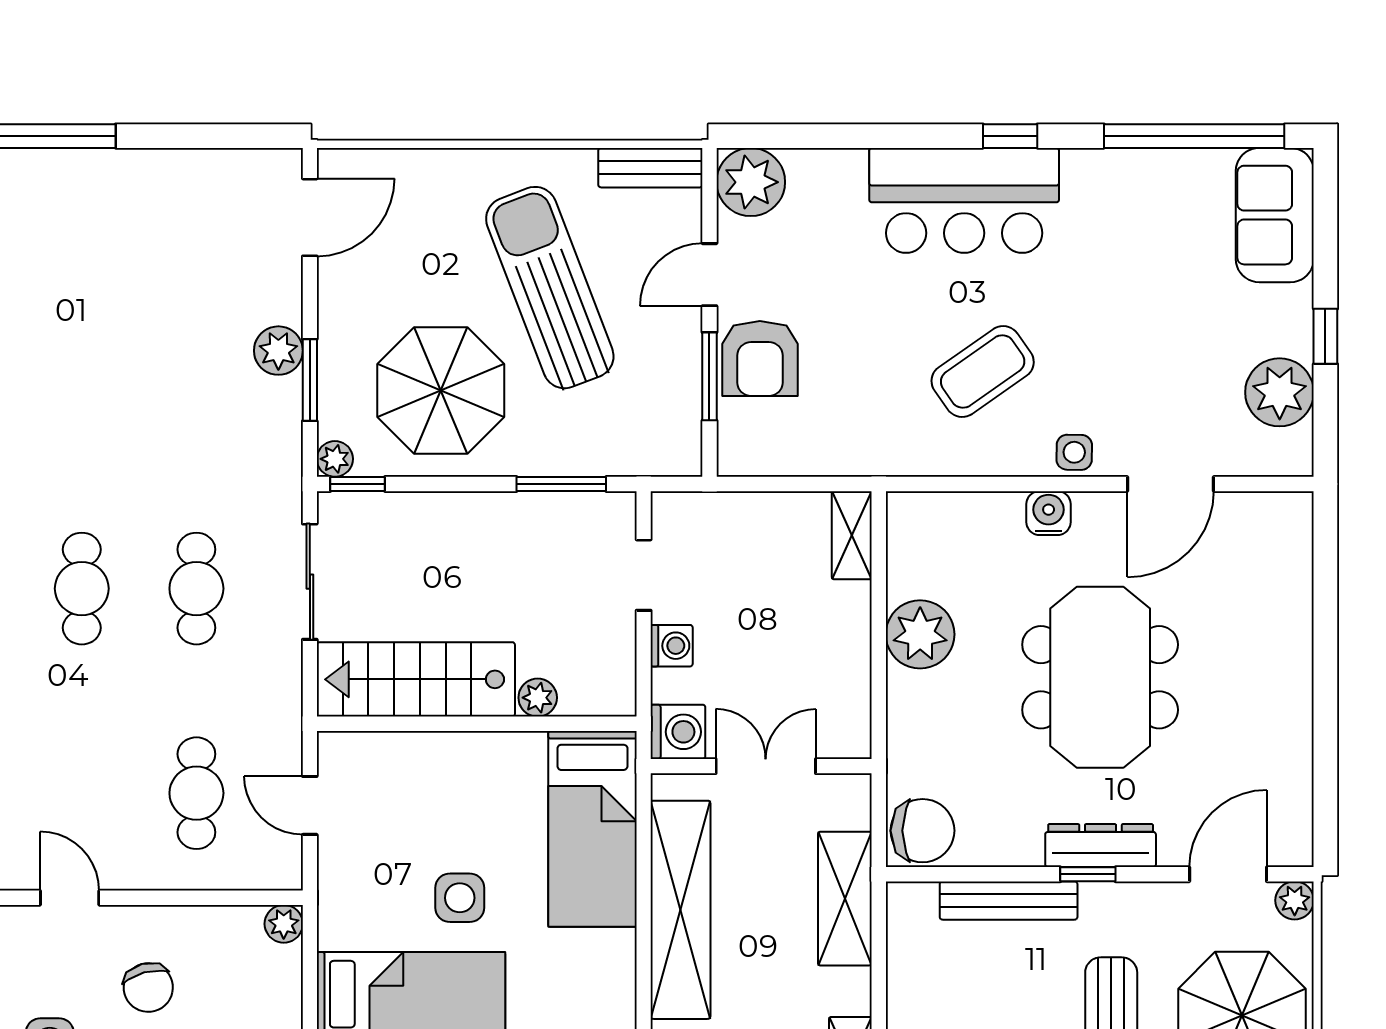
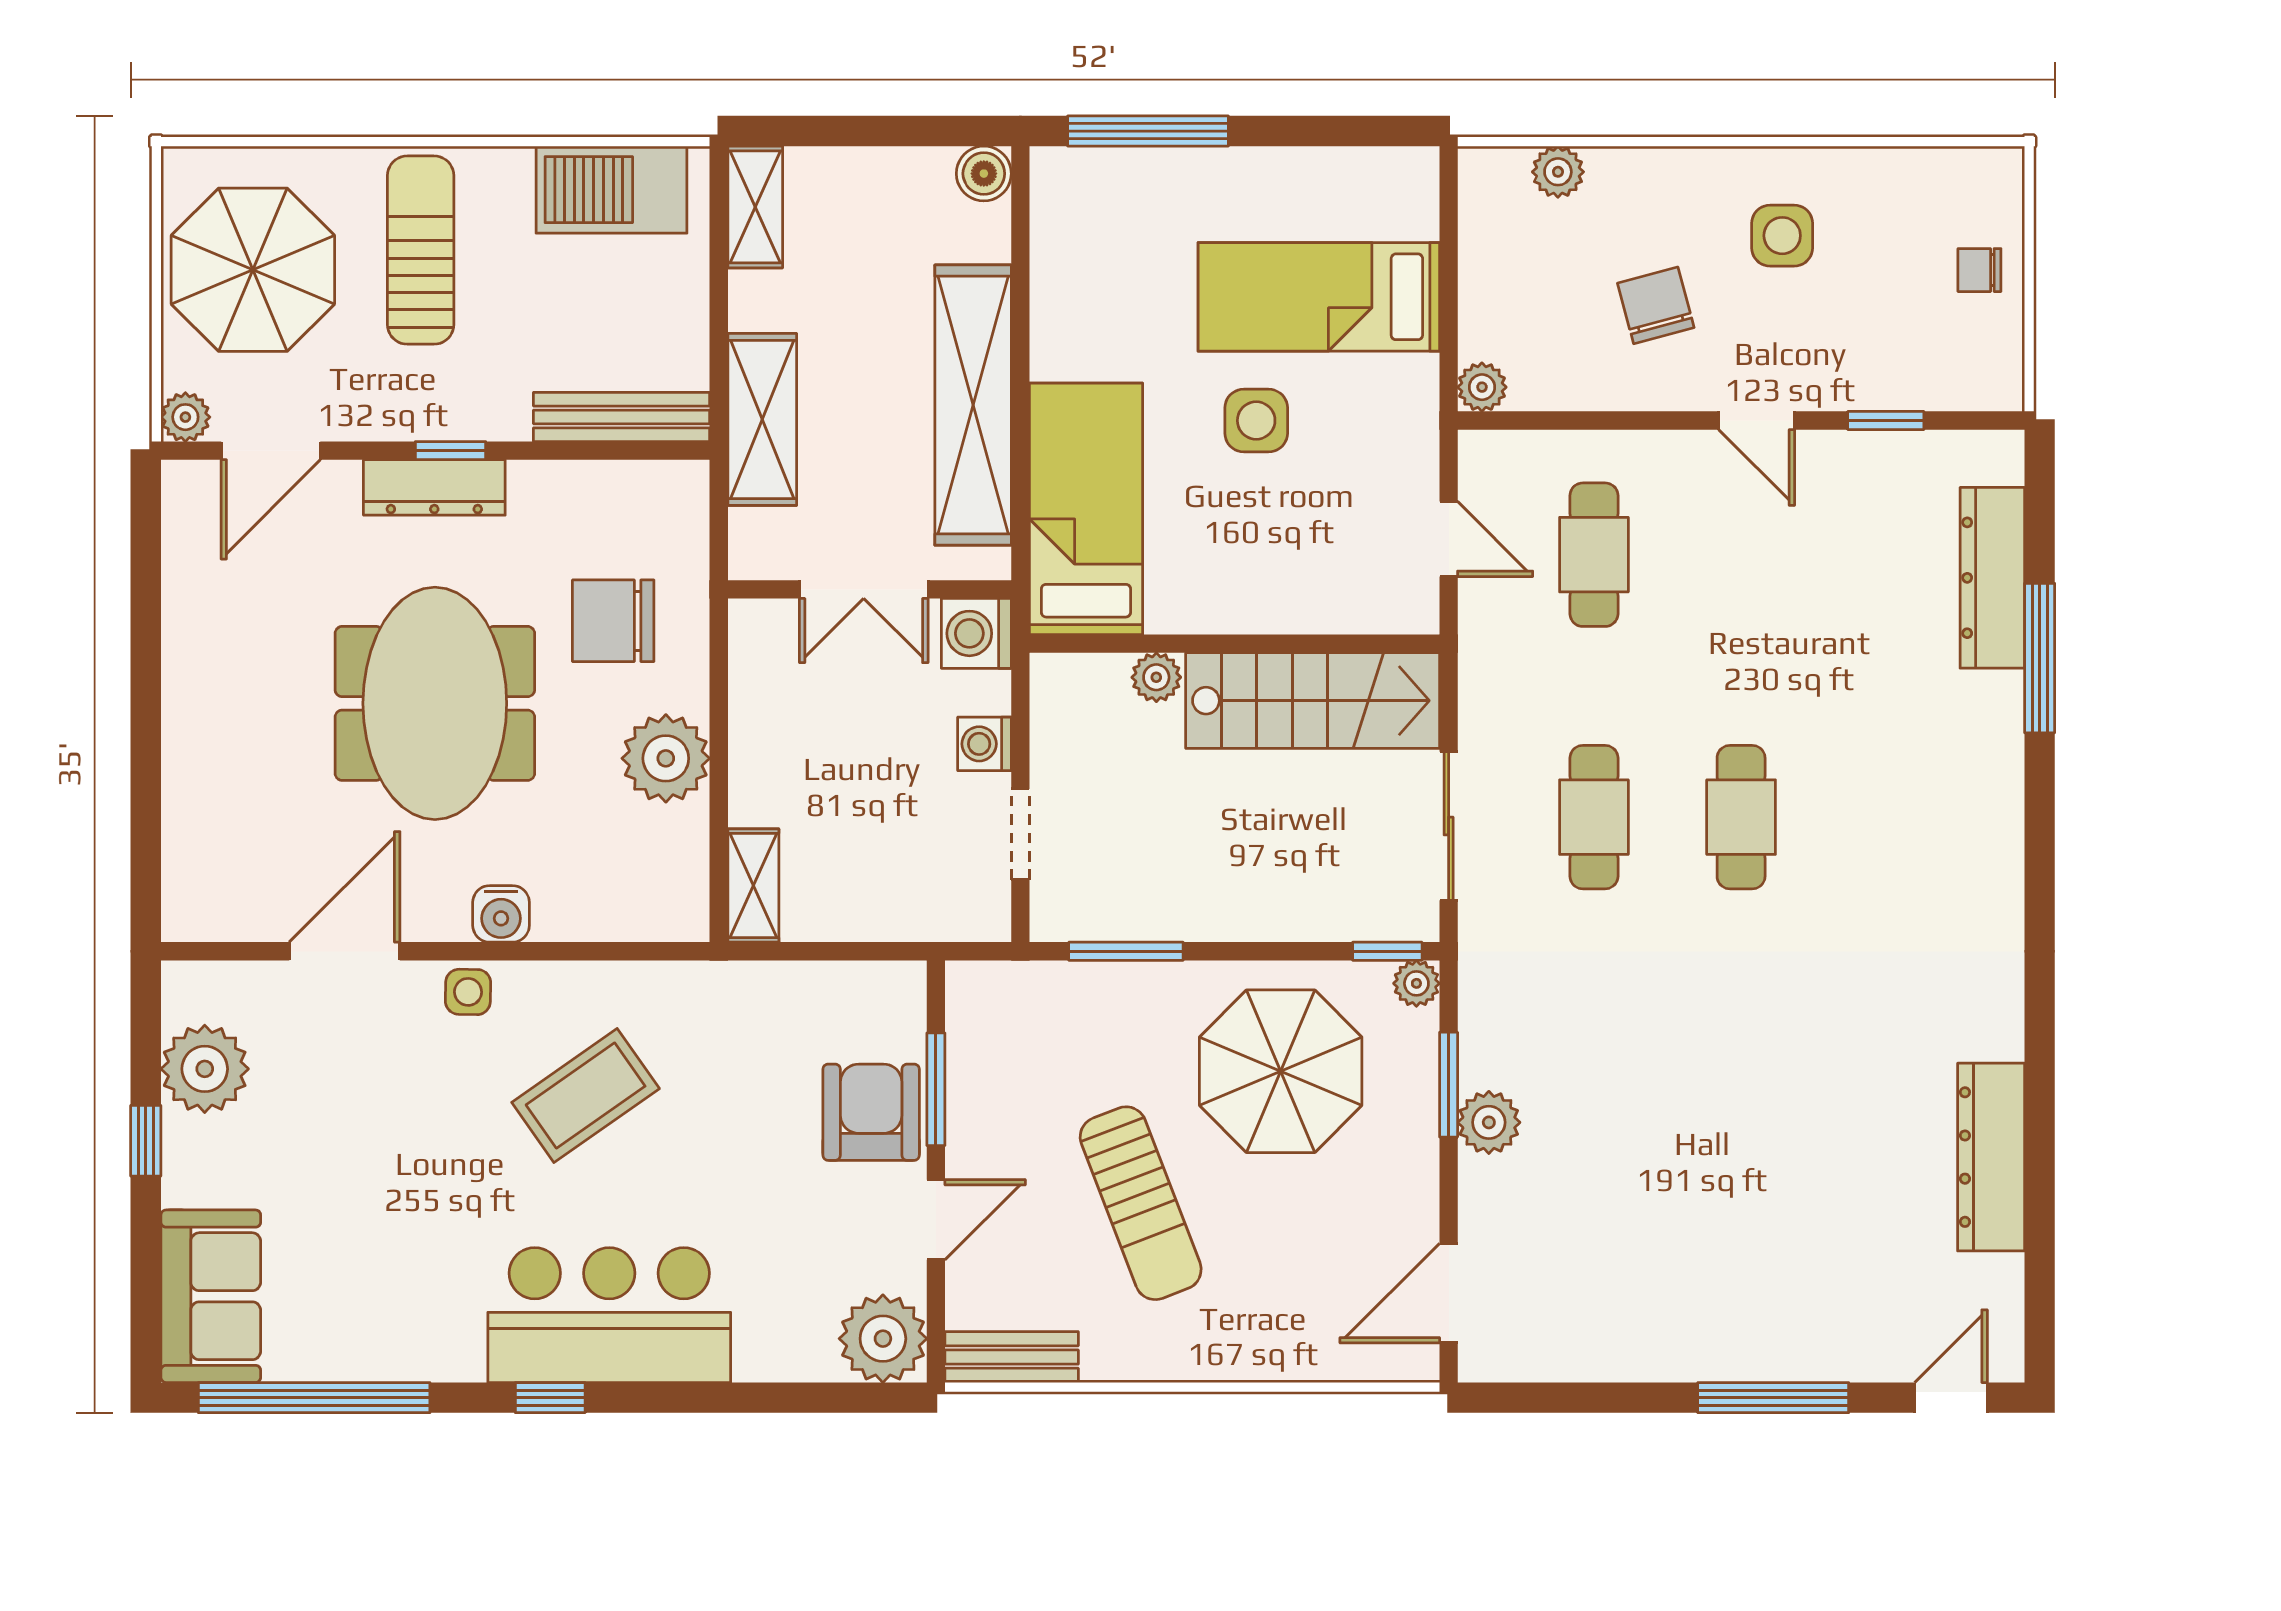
sun lounger: (550, 288) -> (1141, 1203), width x0.73, depth x0.75
chair: (923, 831) -> (613, 621), moved
bench: (1009, 901) -> (622, 417), moved

